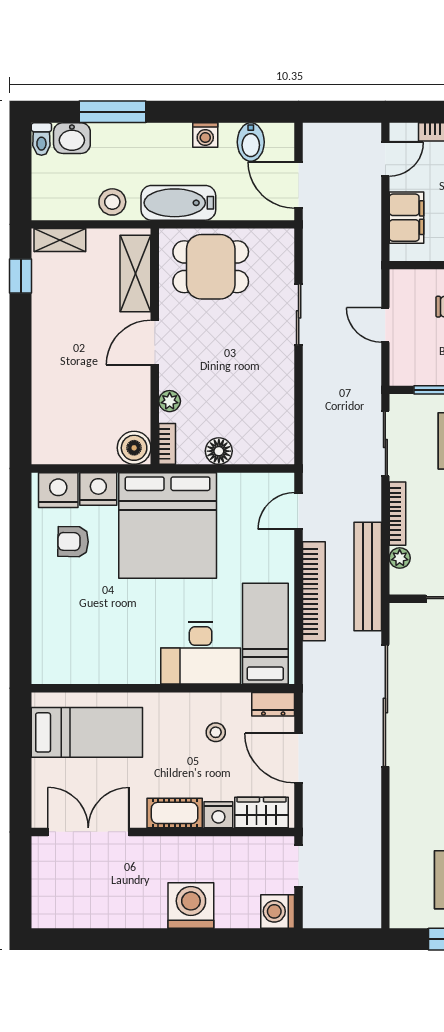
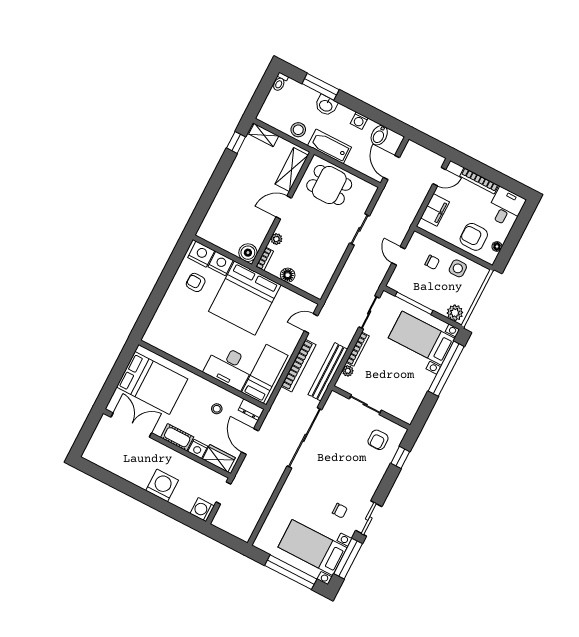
washbasin: (72, 138) -> (326, 105), moved
bed: (87, 732) -> (152, 383), width x1.50

